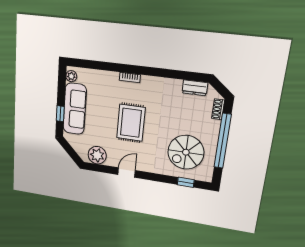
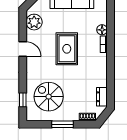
floor lamp: (112, 78) -> (102, 30), added
rug: (131, 123) -> (67, 49), turned 90
window: (223, 141) -> (62, 124), width x0.47

